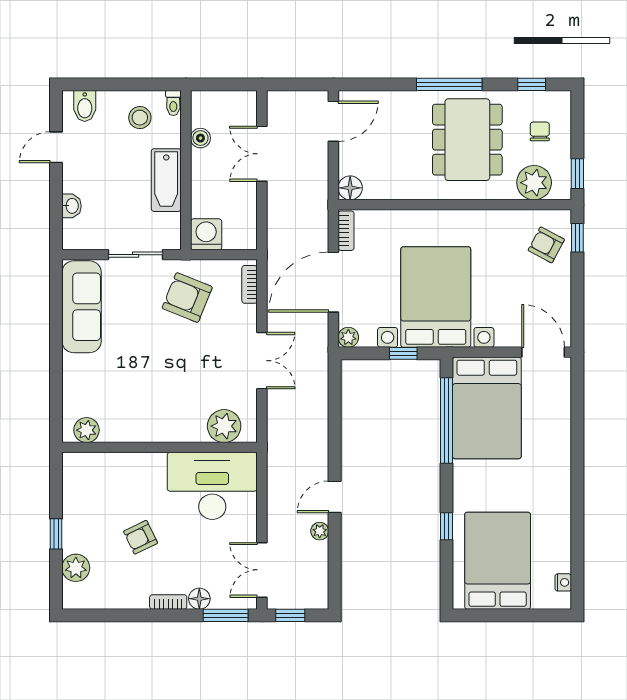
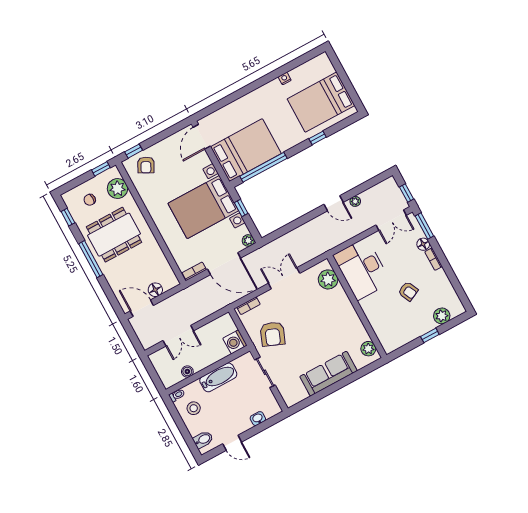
floor lamp: (350, 188) -> (155, 290), moved
sofa: (82, 307) -> (328, 374), moved
nightstand: (563, 582) -> (285, 78), moved

